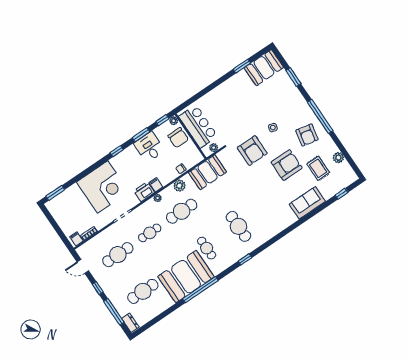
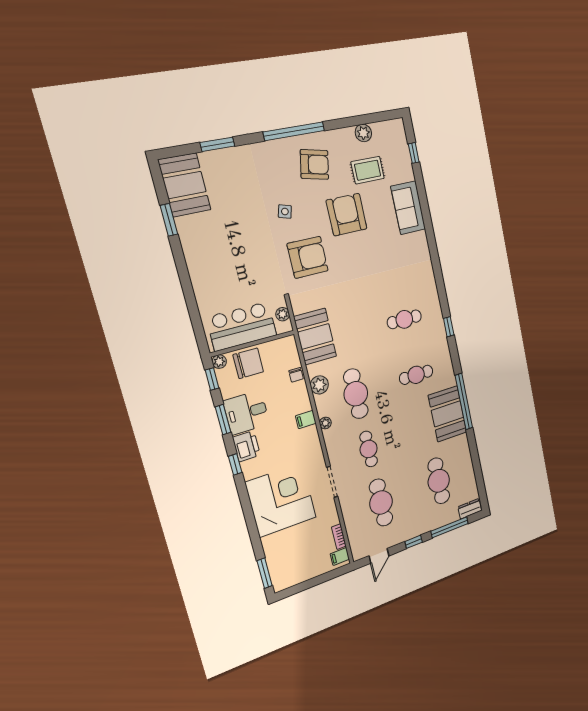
printer: (144, 192) -> (246, 446), moved, turned 180
cafe table: (238, 226) -> (404, 319), width x0.73, depth x0.74
booth: (186, 277) -> (448, 414), width x0.73, depth x0.70

